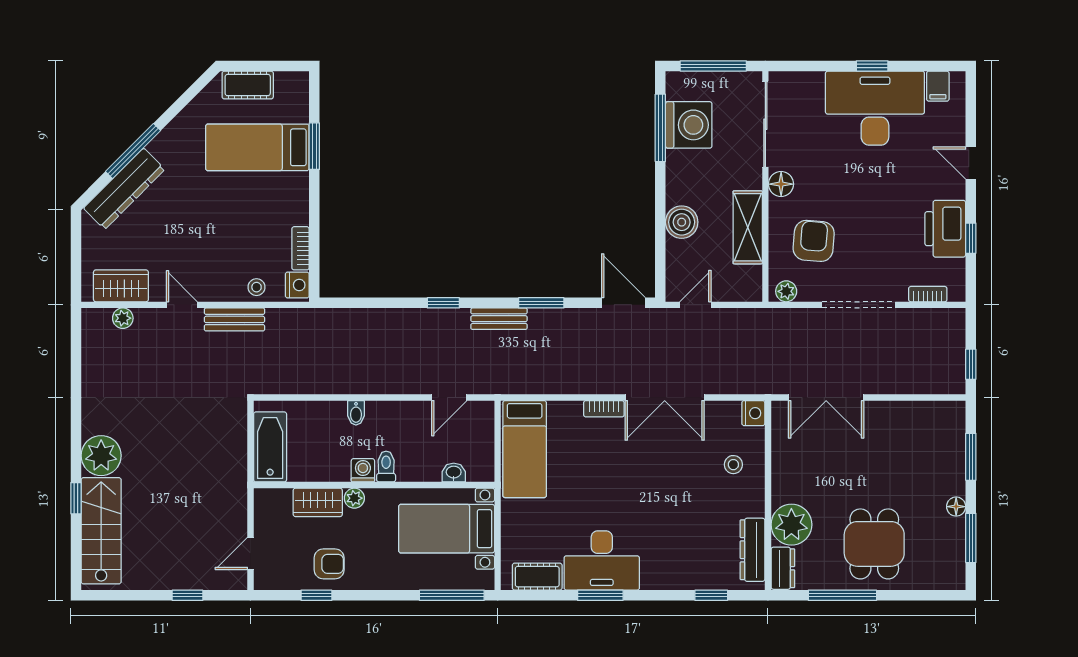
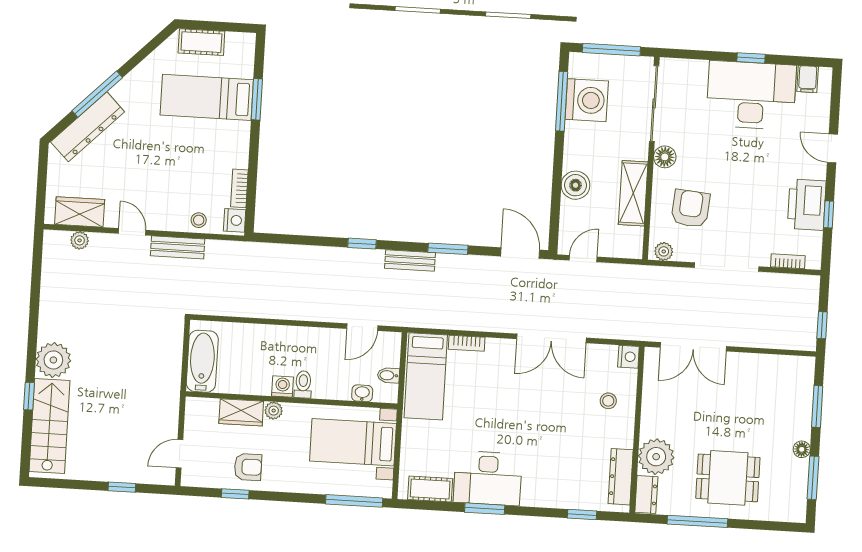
bookcase: (604, 409) -> (467, 343), moved
bidet: (356, 413) -> (388, 375), moved, turned 90
dining table: (874, 544) -> (728, 478), turned 90

